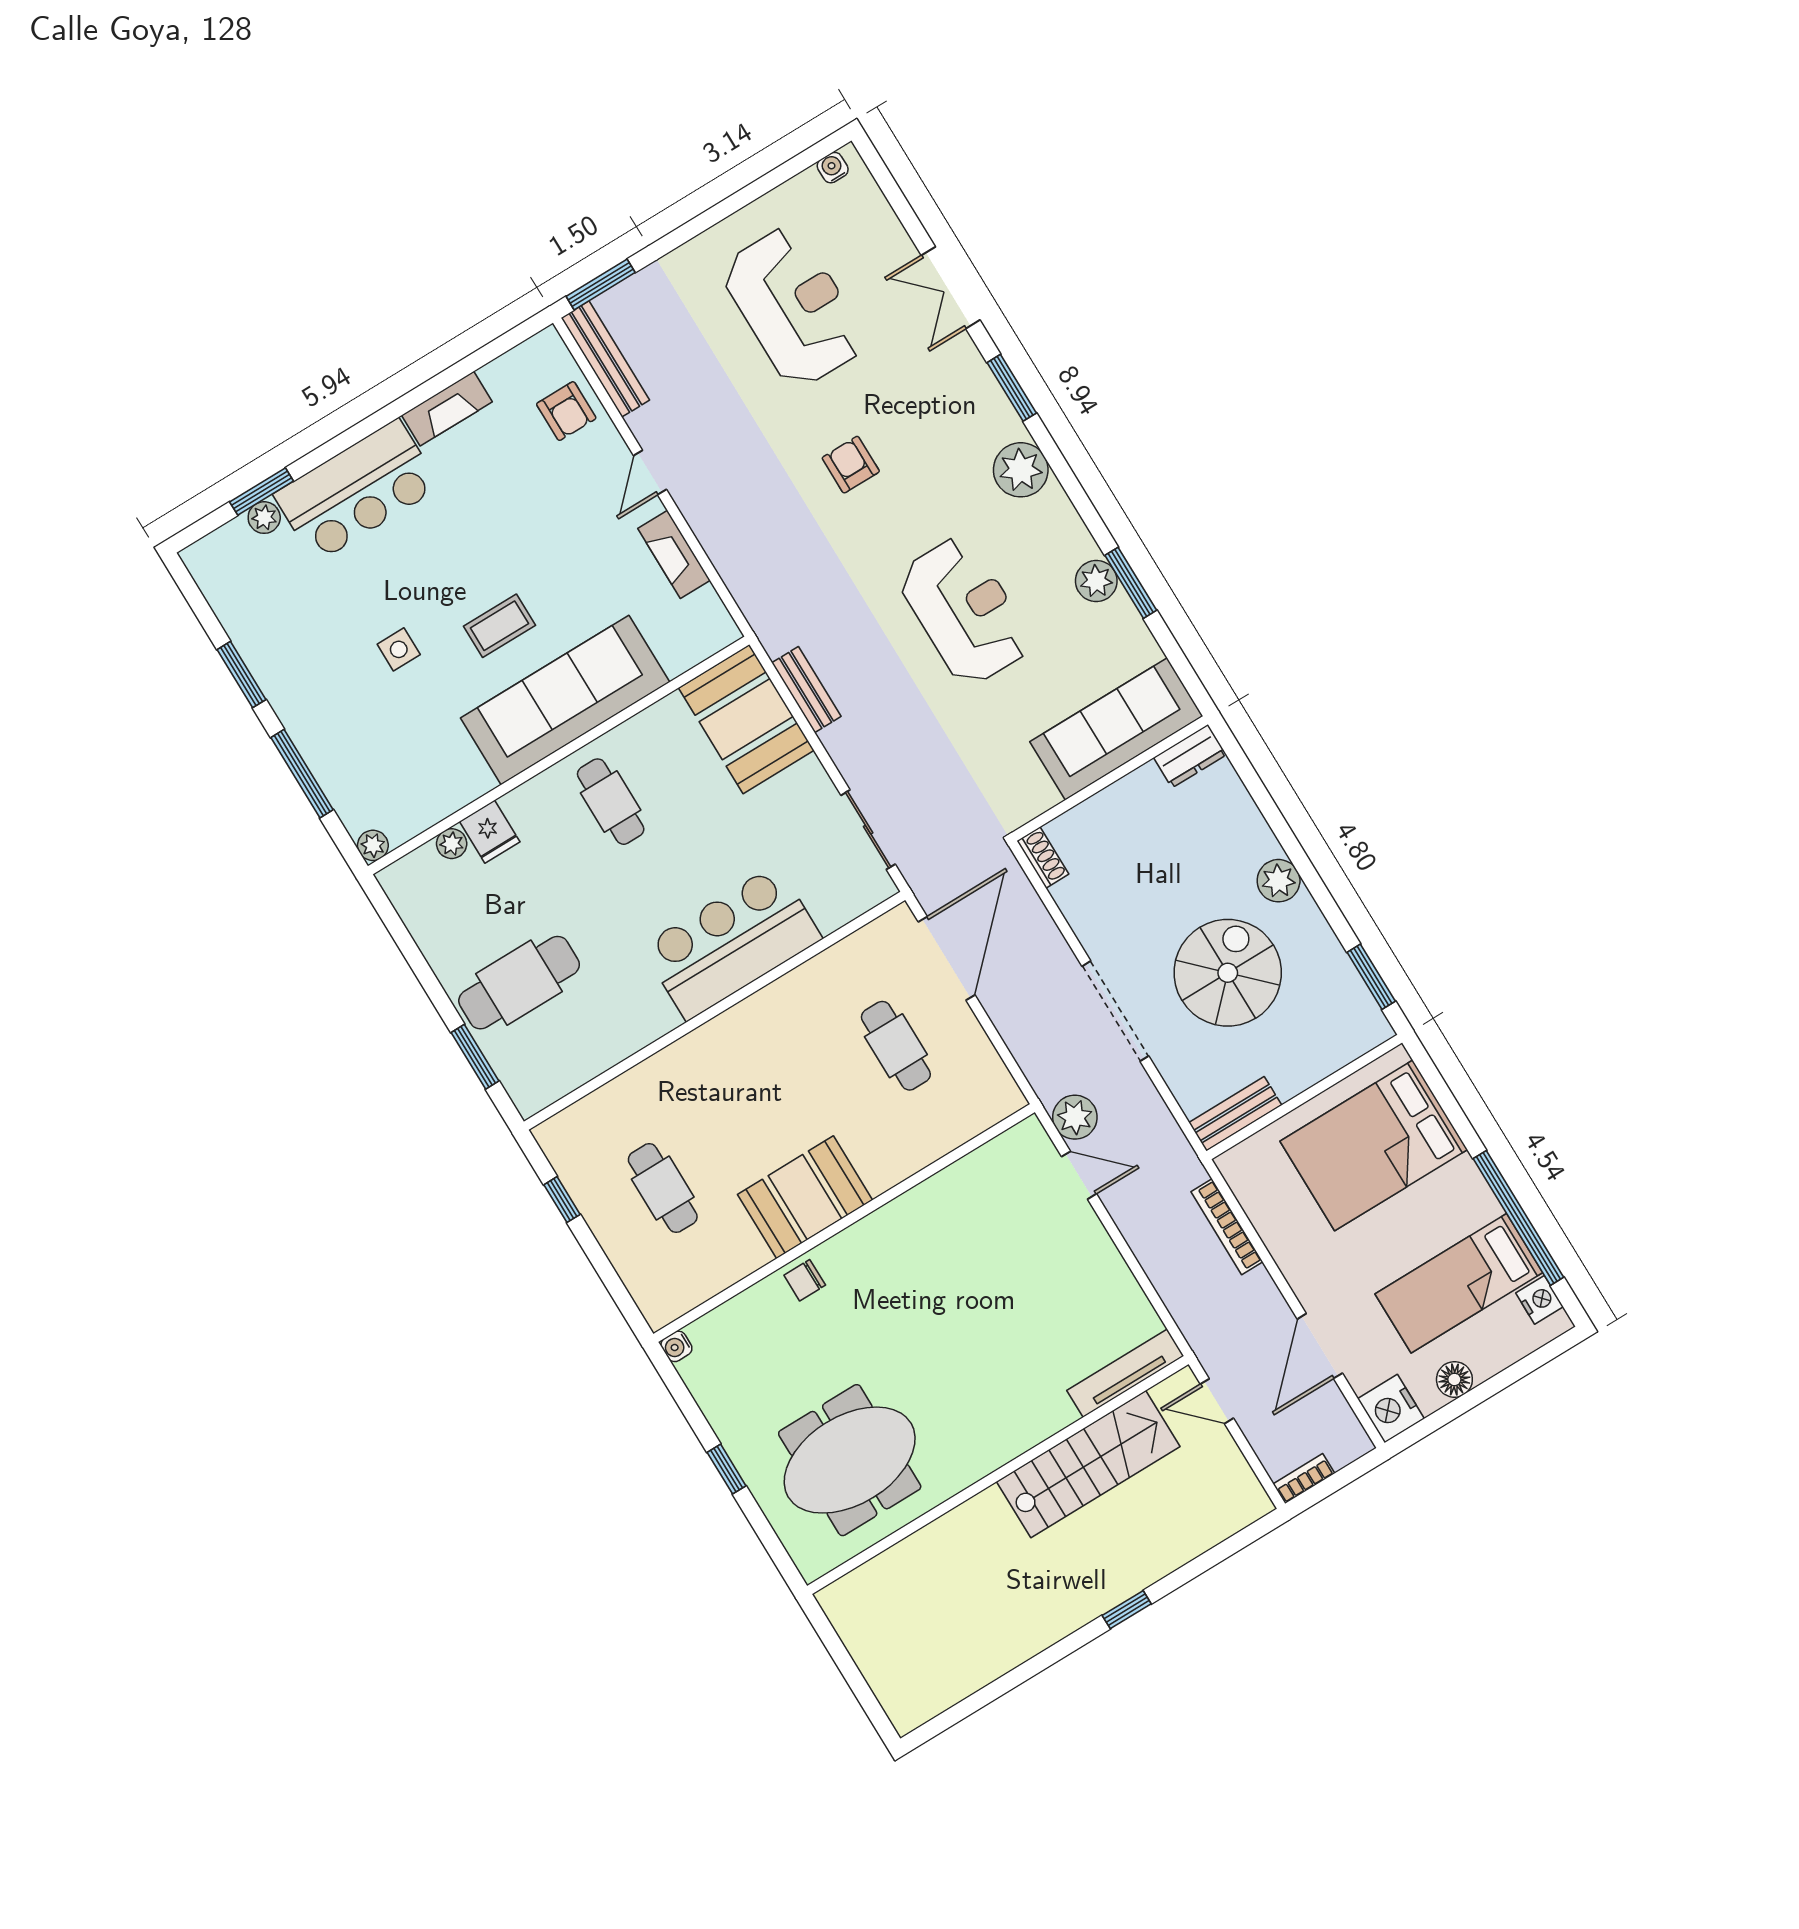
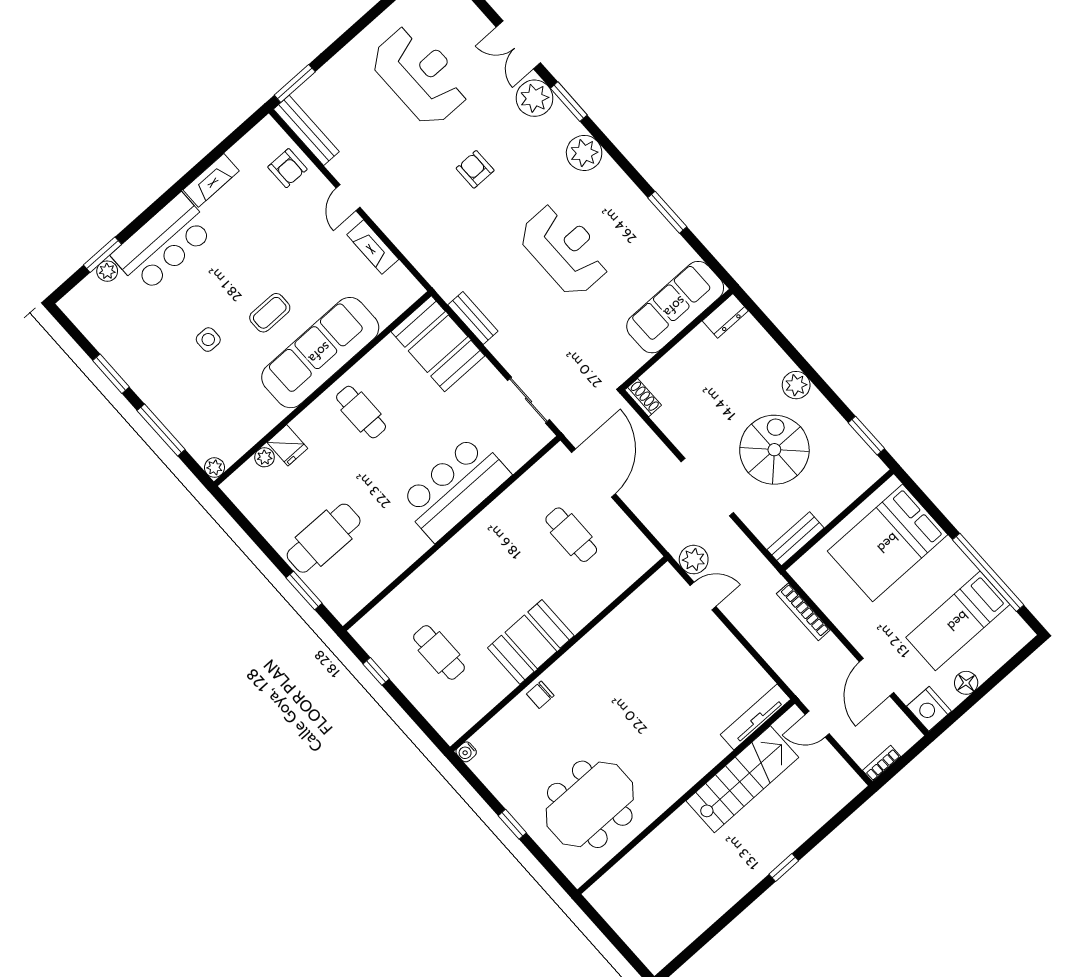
plant: (1096, 581) -> (535, 98), moved, width x1.36, depth x1.36
nightstand: (1540, 1300) -> (1011, 622), removed

